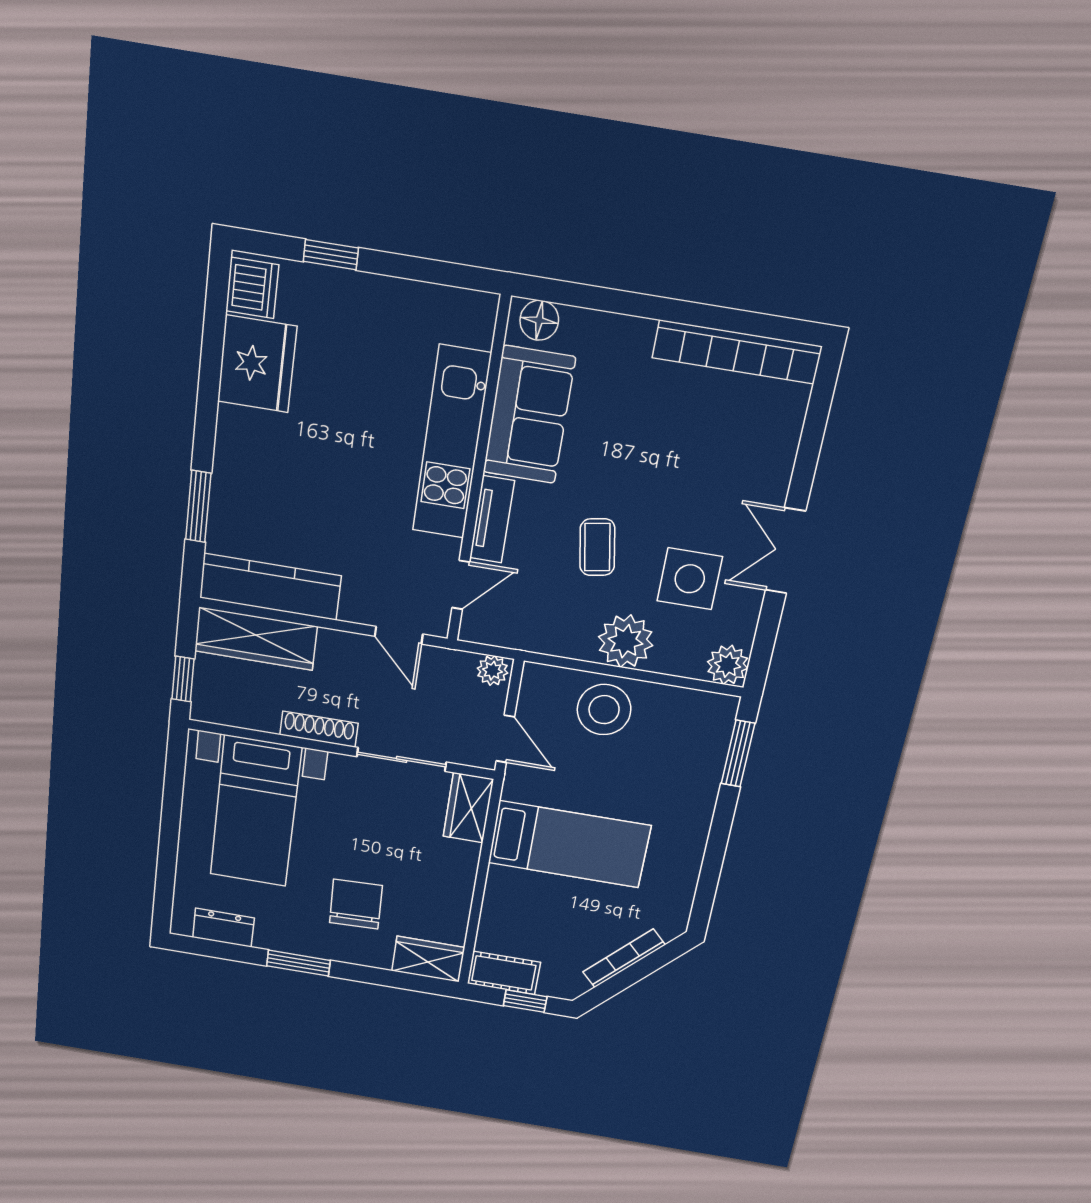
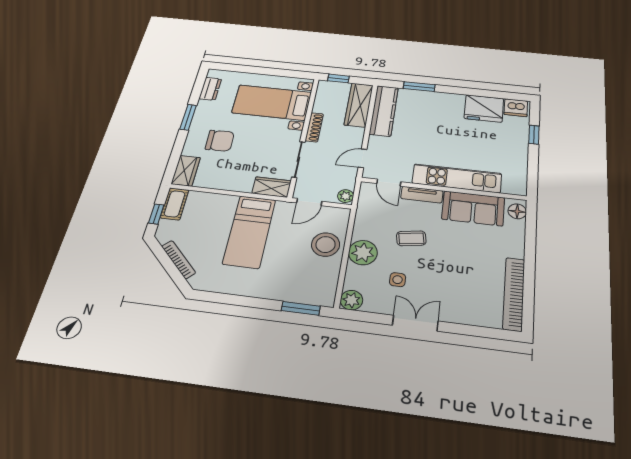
side table: (690, 579) -> (398, 280), width x0.54, depth x0.54

